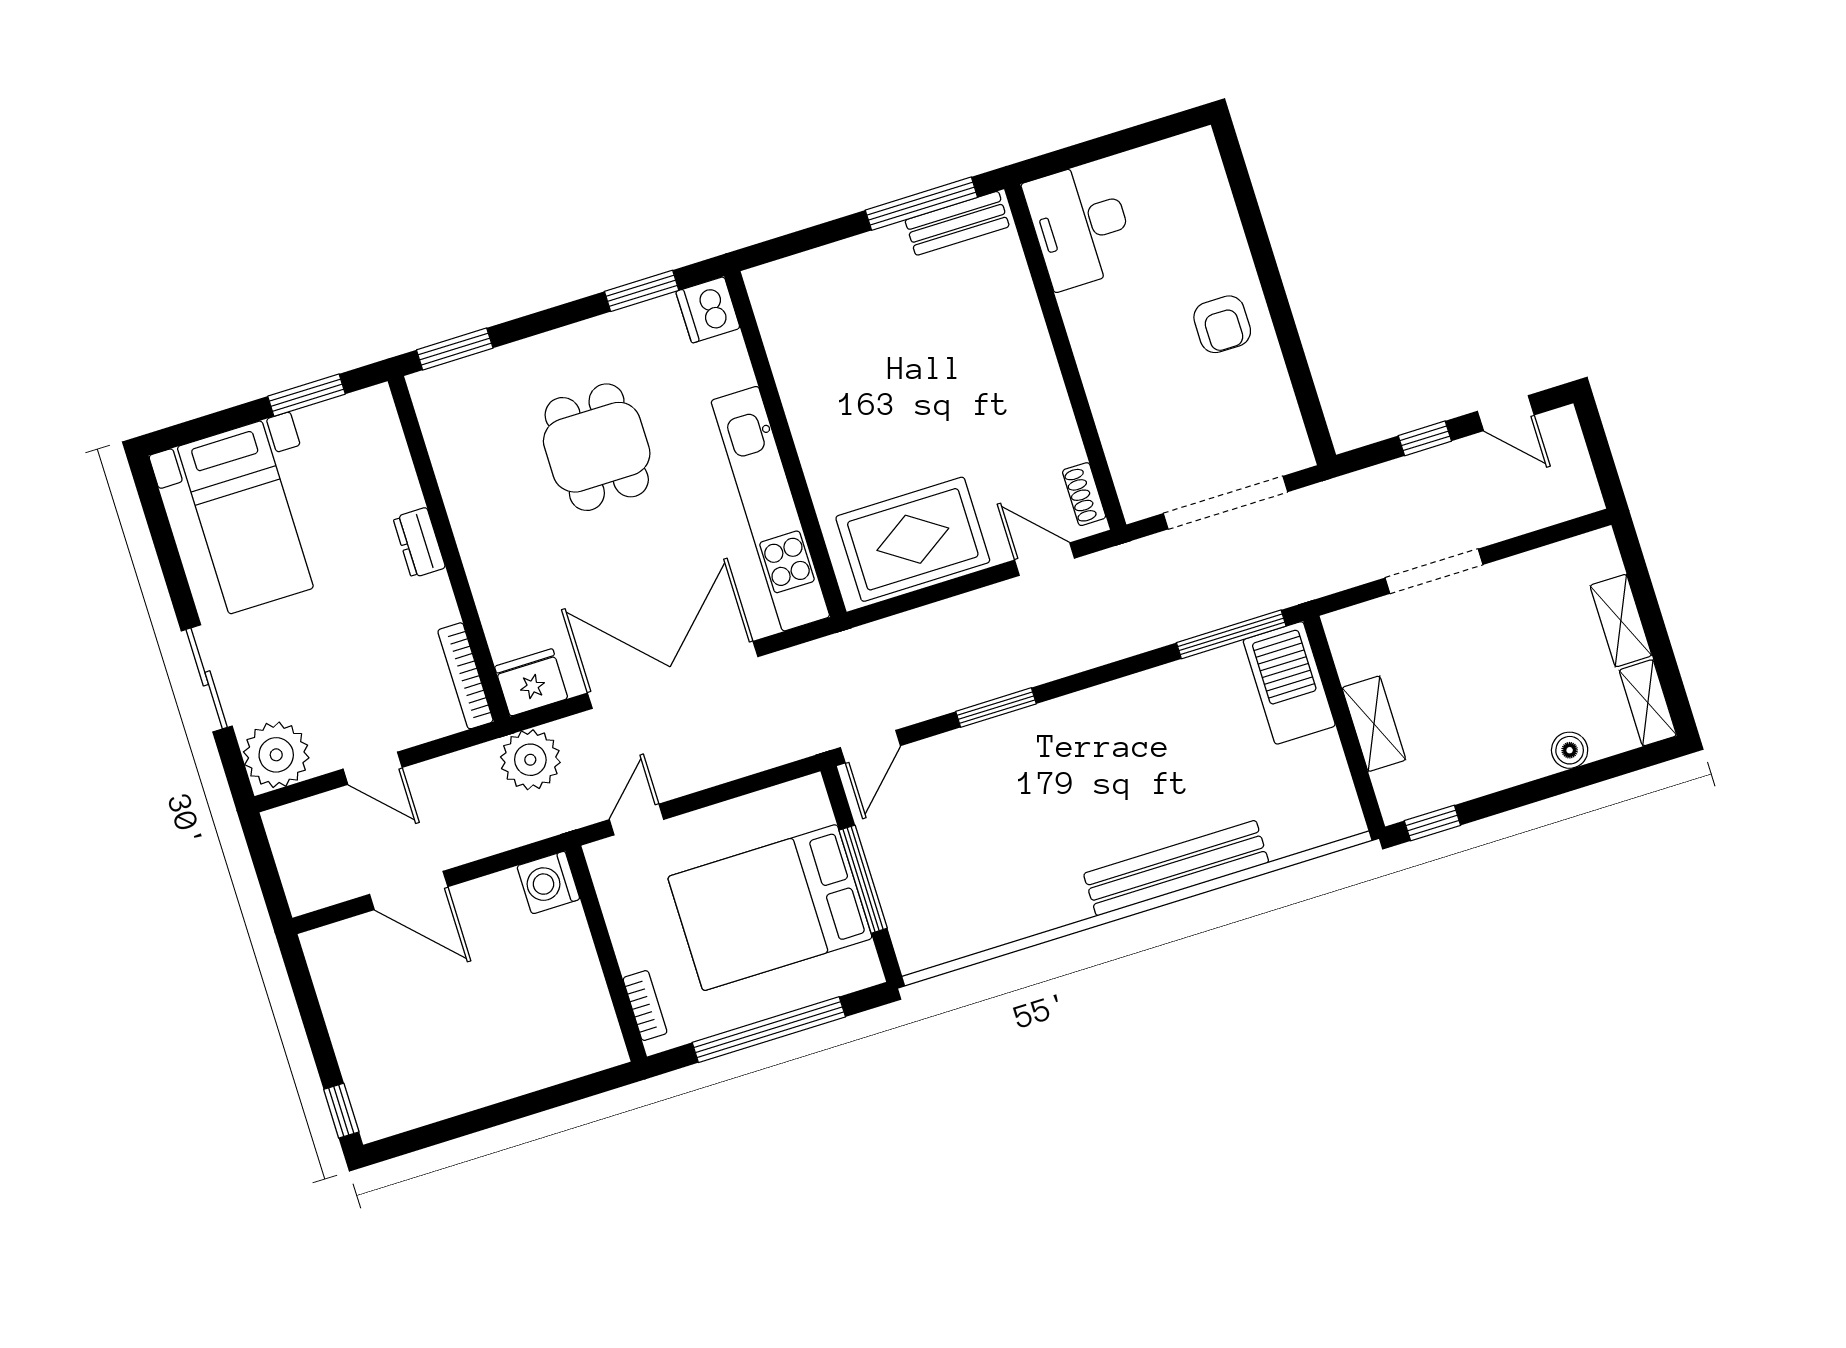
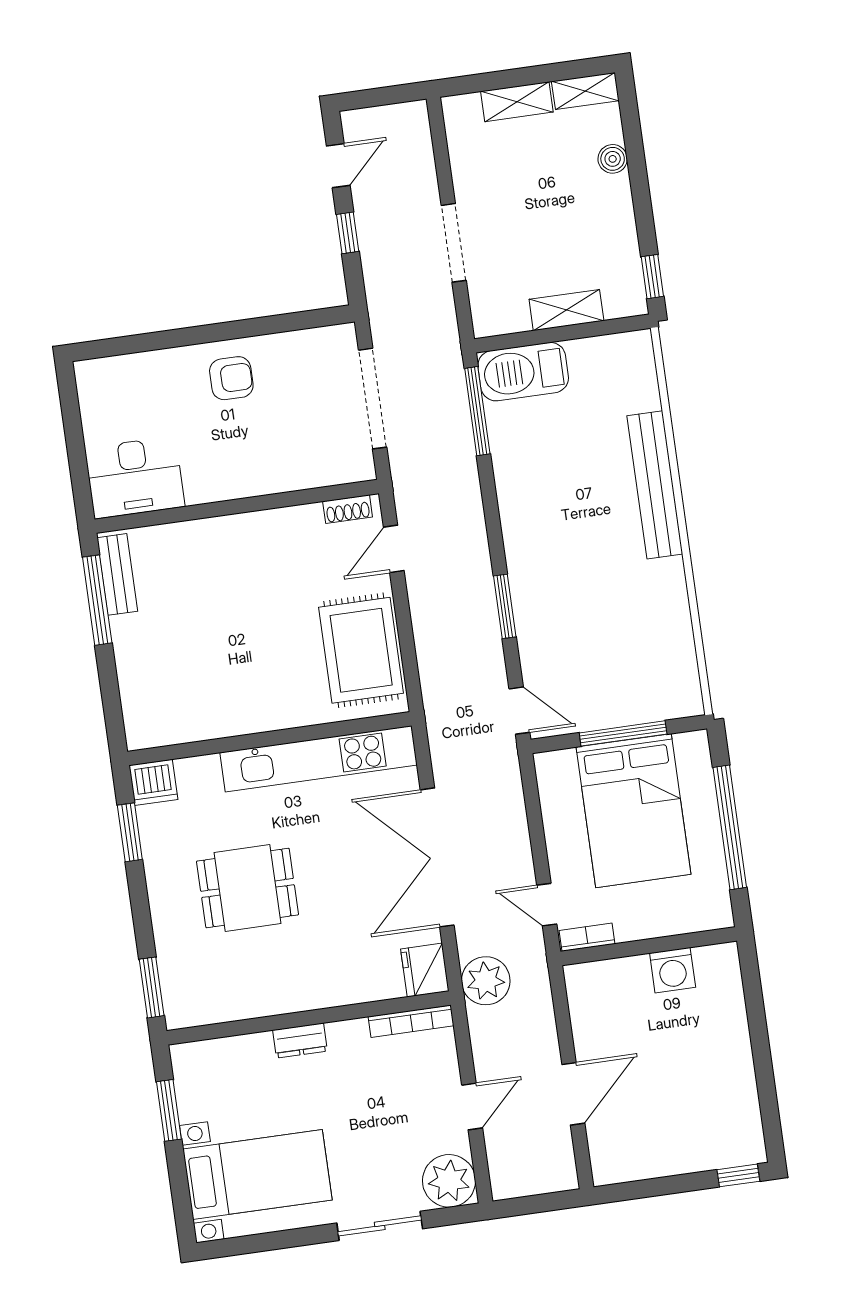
washing machine: (548, 883) -> (673, 970), moved
bookcase: (645, 1006) -> (587, 937), moved

